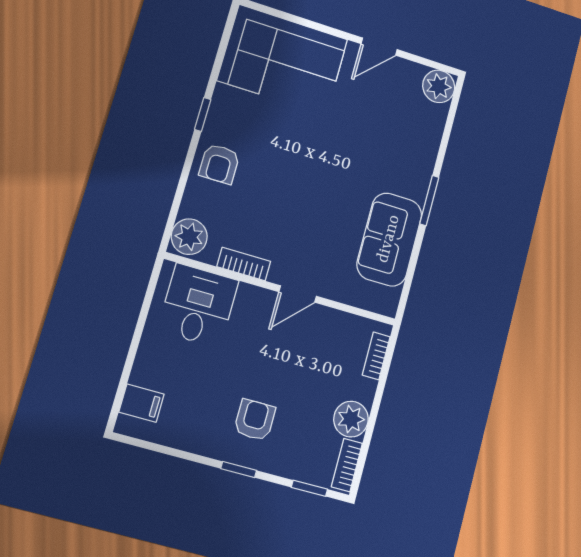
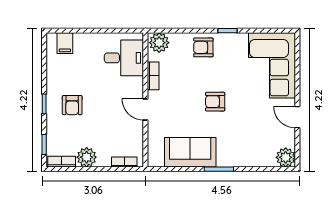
armchair: (317, 172) -> (215, 102), added
armchair: (255, 420) -> (72, 105), turned 90

